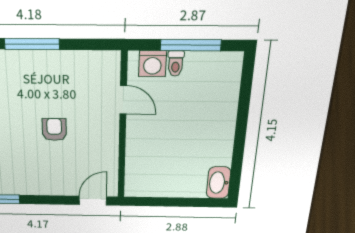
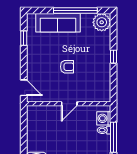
window: (32, 44) -> (113, 57), width x0.46
door: (123, 100) -> (69, 104), moved

